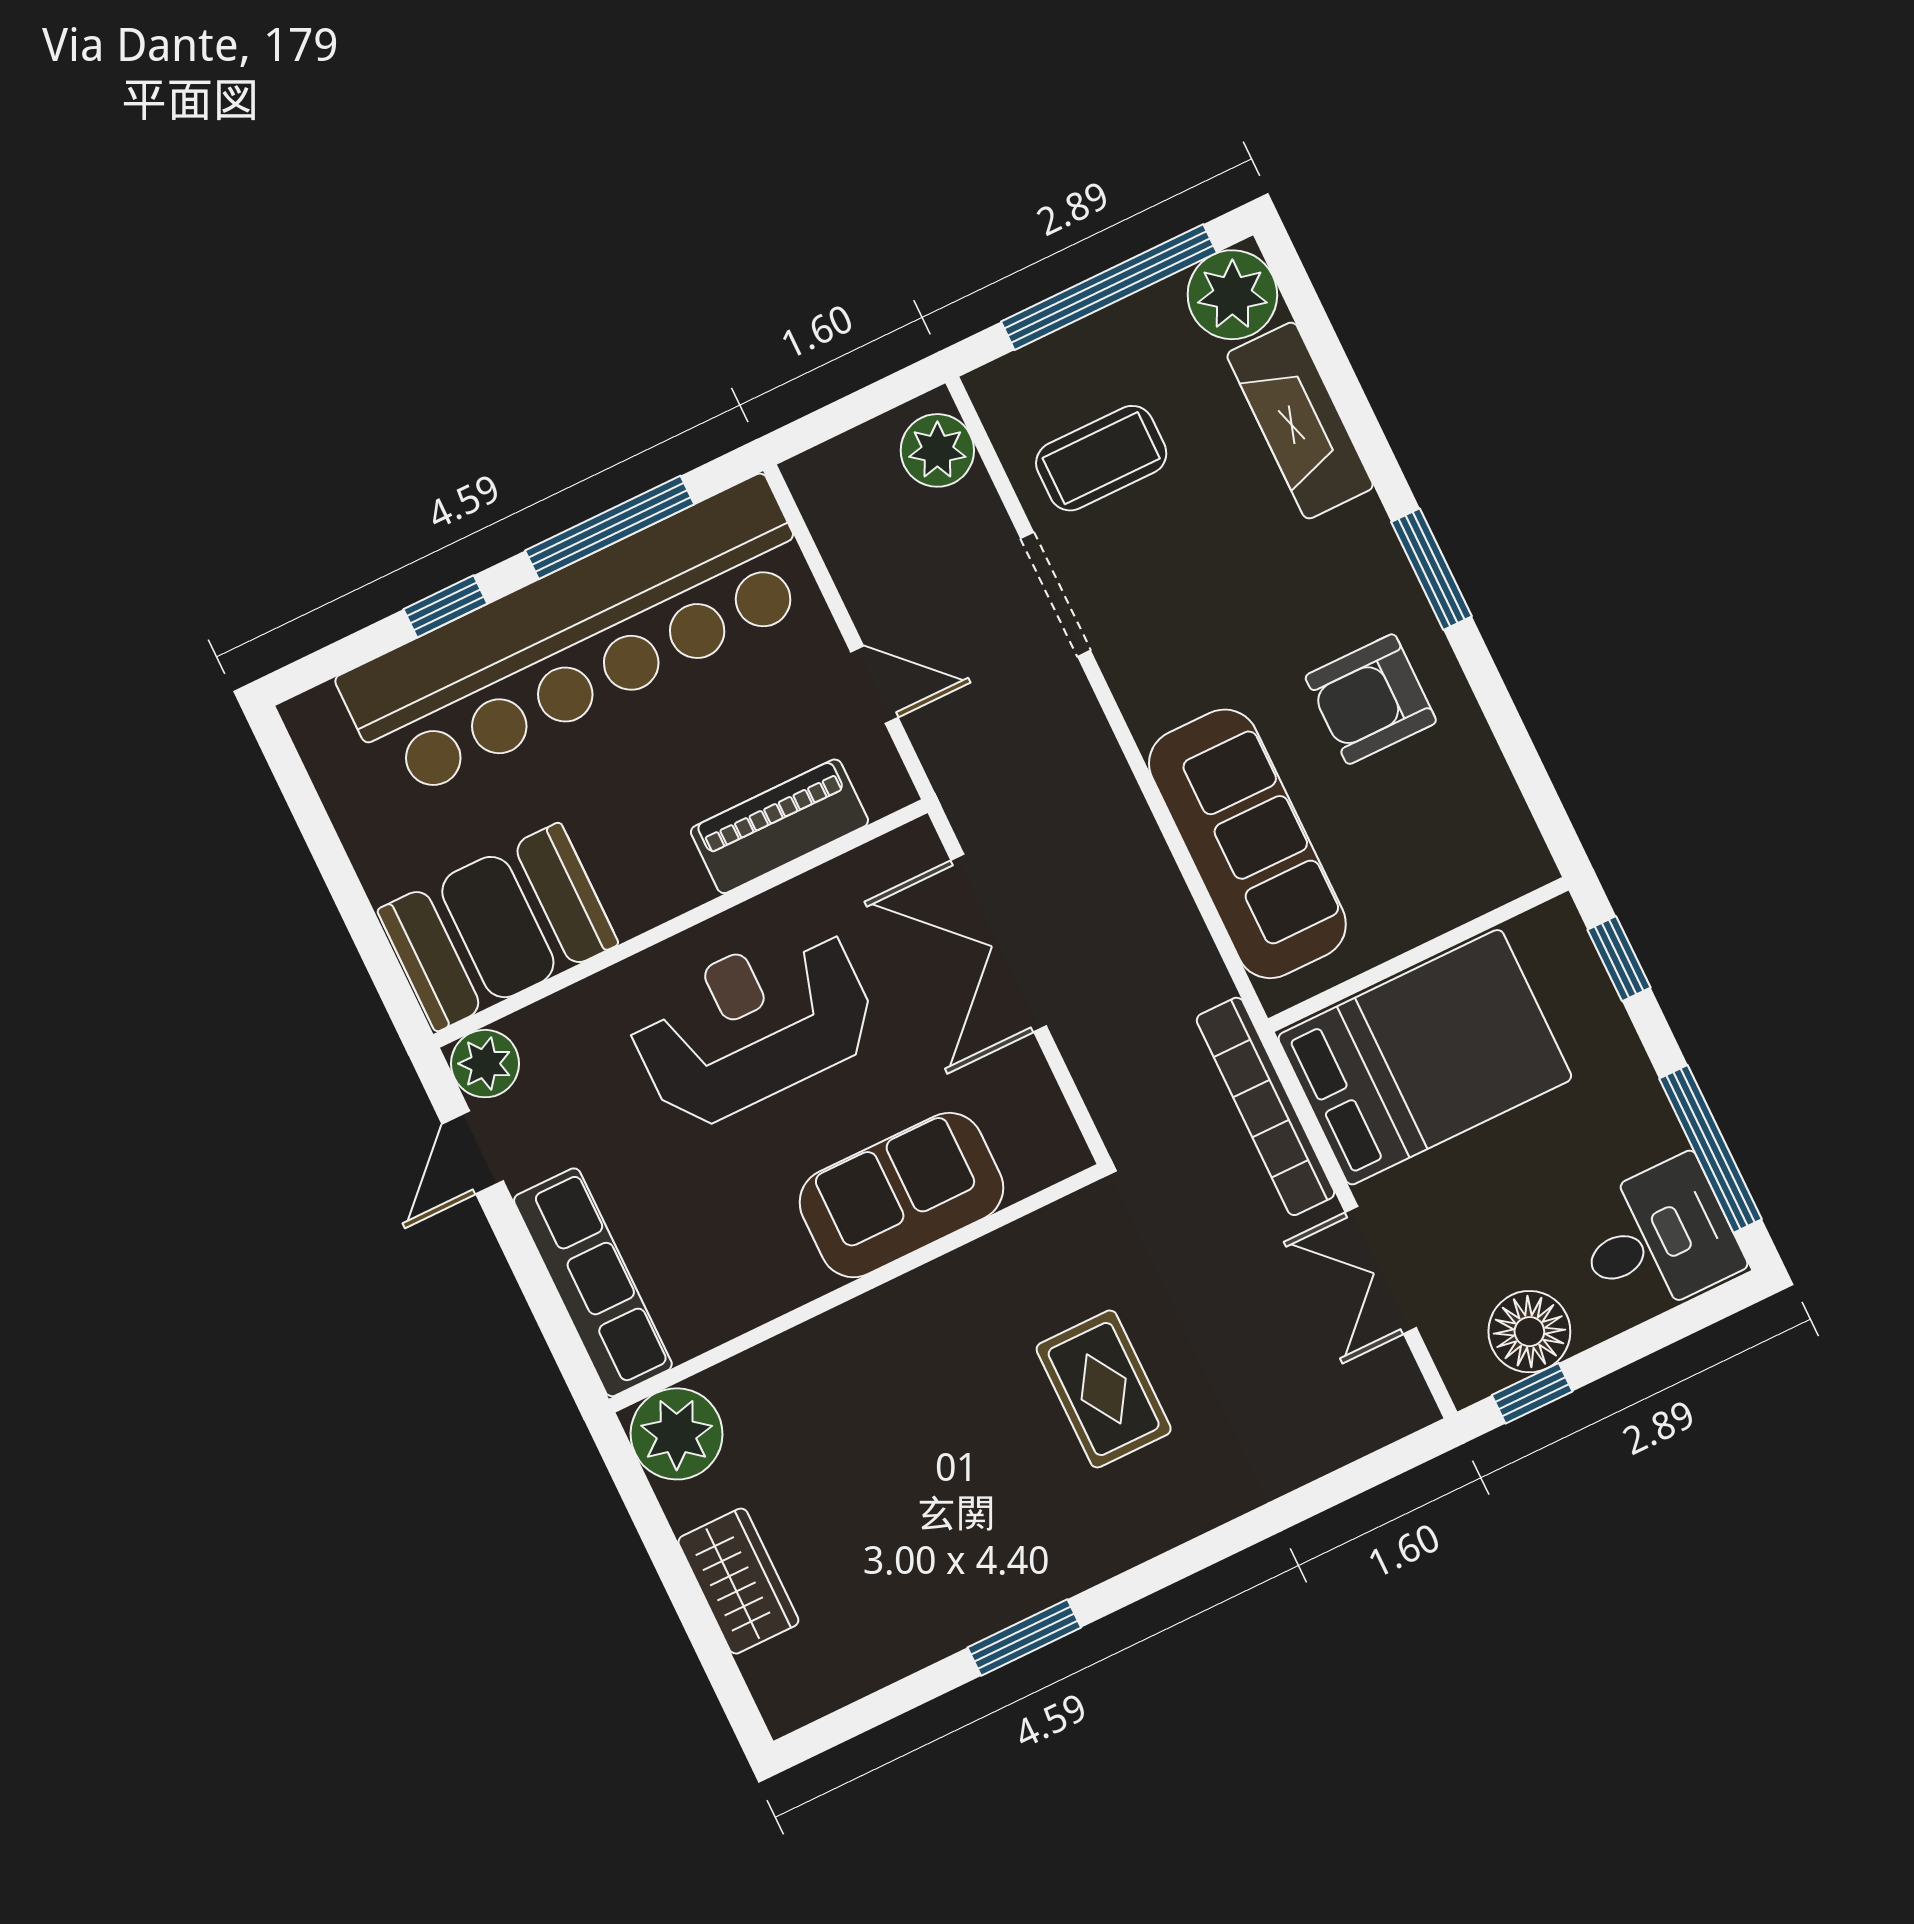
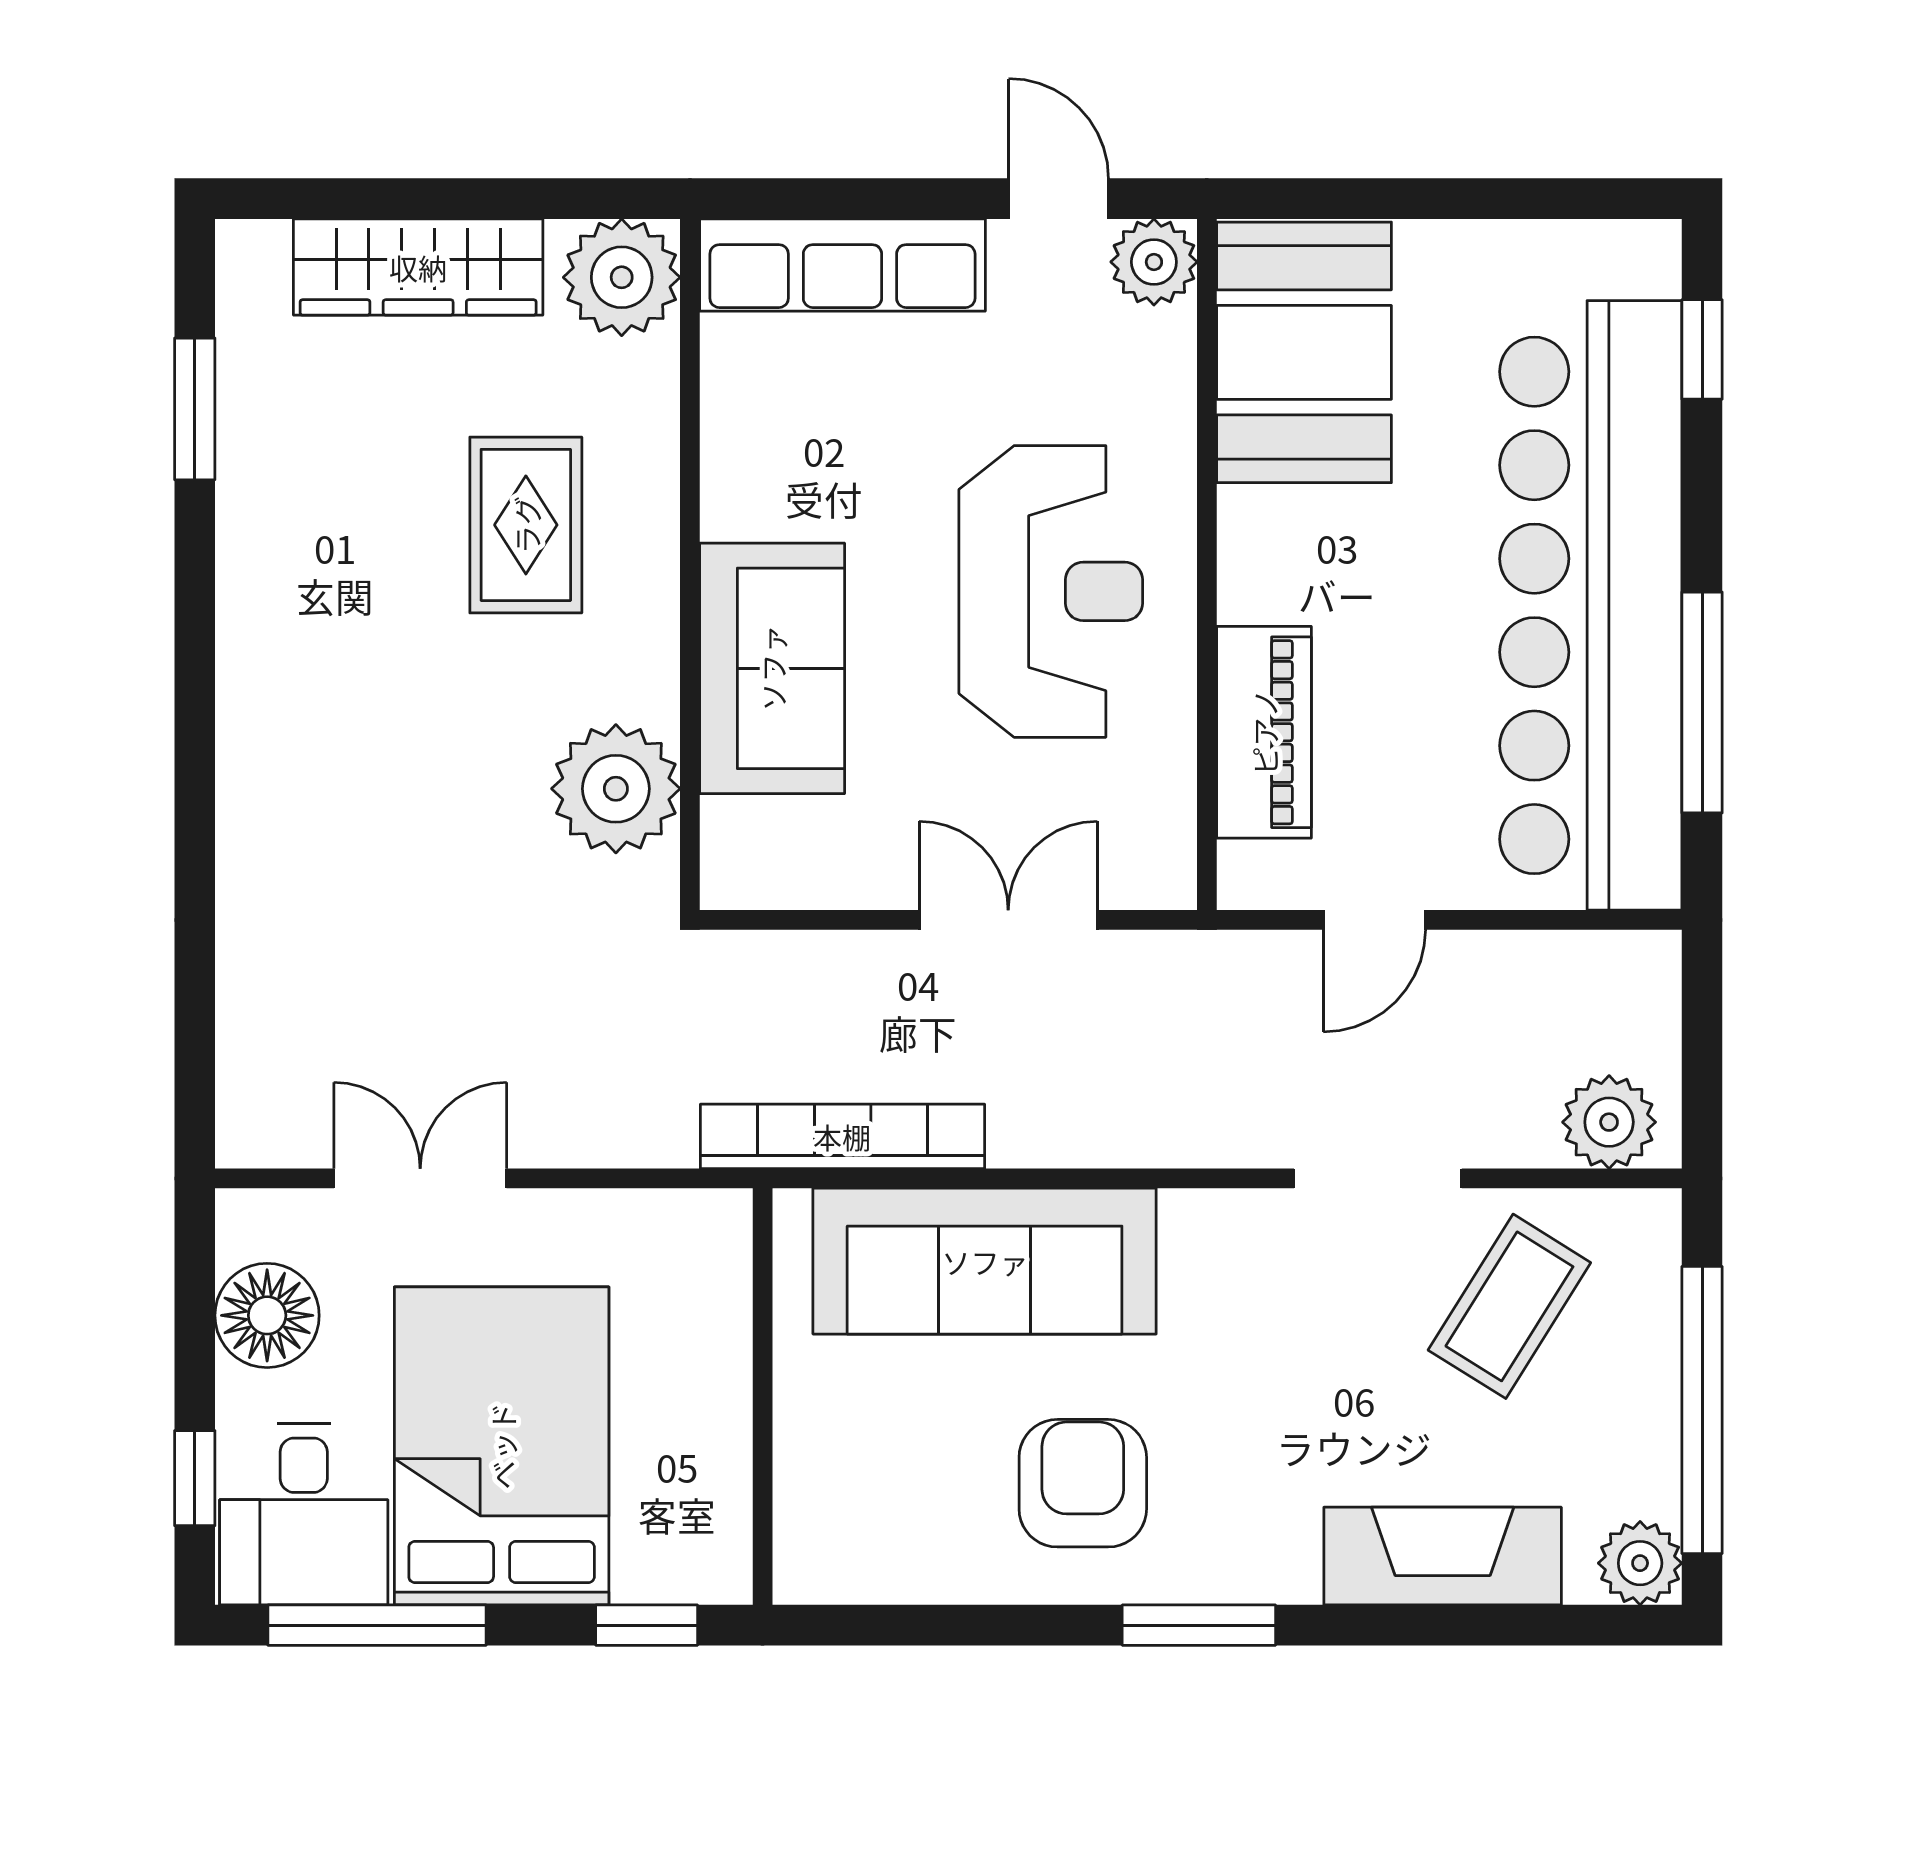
plant: (1232, 295) -> (1640, 1563), width x0.73, depth x0.73
coffee table: (1101, 458) -> (1509, 1306), turned 32
window: (445, 606) -> (1702, 349), moved
double door: (999, 943) -> (1008, 920), width x0.73
bed: (1425, 1057) -> (502, 1446), moved, turned 180
bookcase: (1266, 1106) -> (842, 1136), moved
plant: (1039, 1264) -> (616, 789), added
rug: (1104, 1389) -> (526, 525), moved, turned 90
window: (1532, 1393) -> (195, 1478), moved
wardrobe: (738, 1581) -> (418, 267), width x1.50
window: (1024, 1638) -> (195, 409), moved

